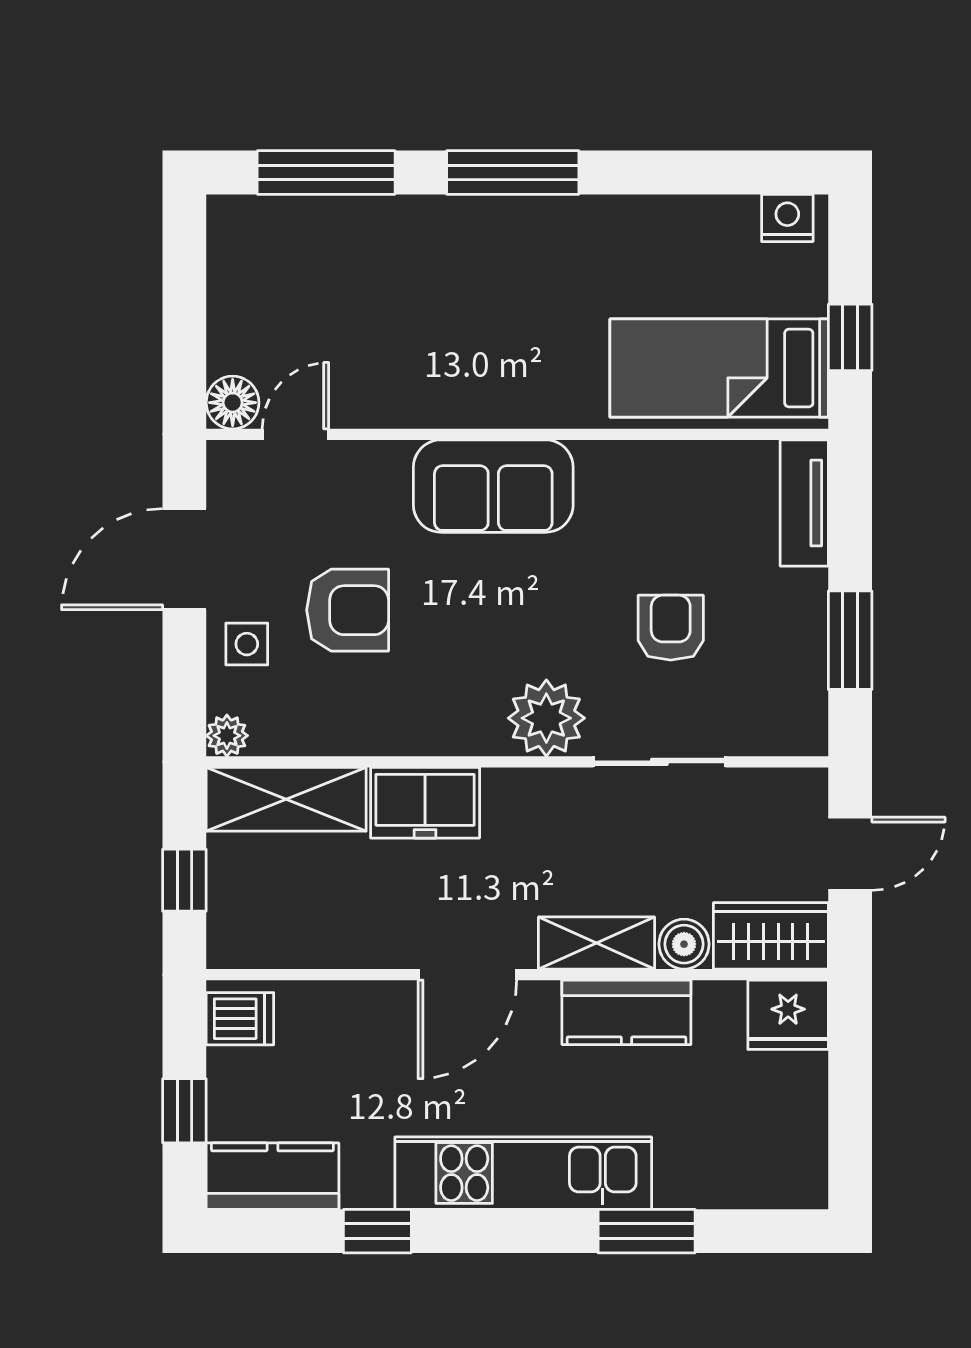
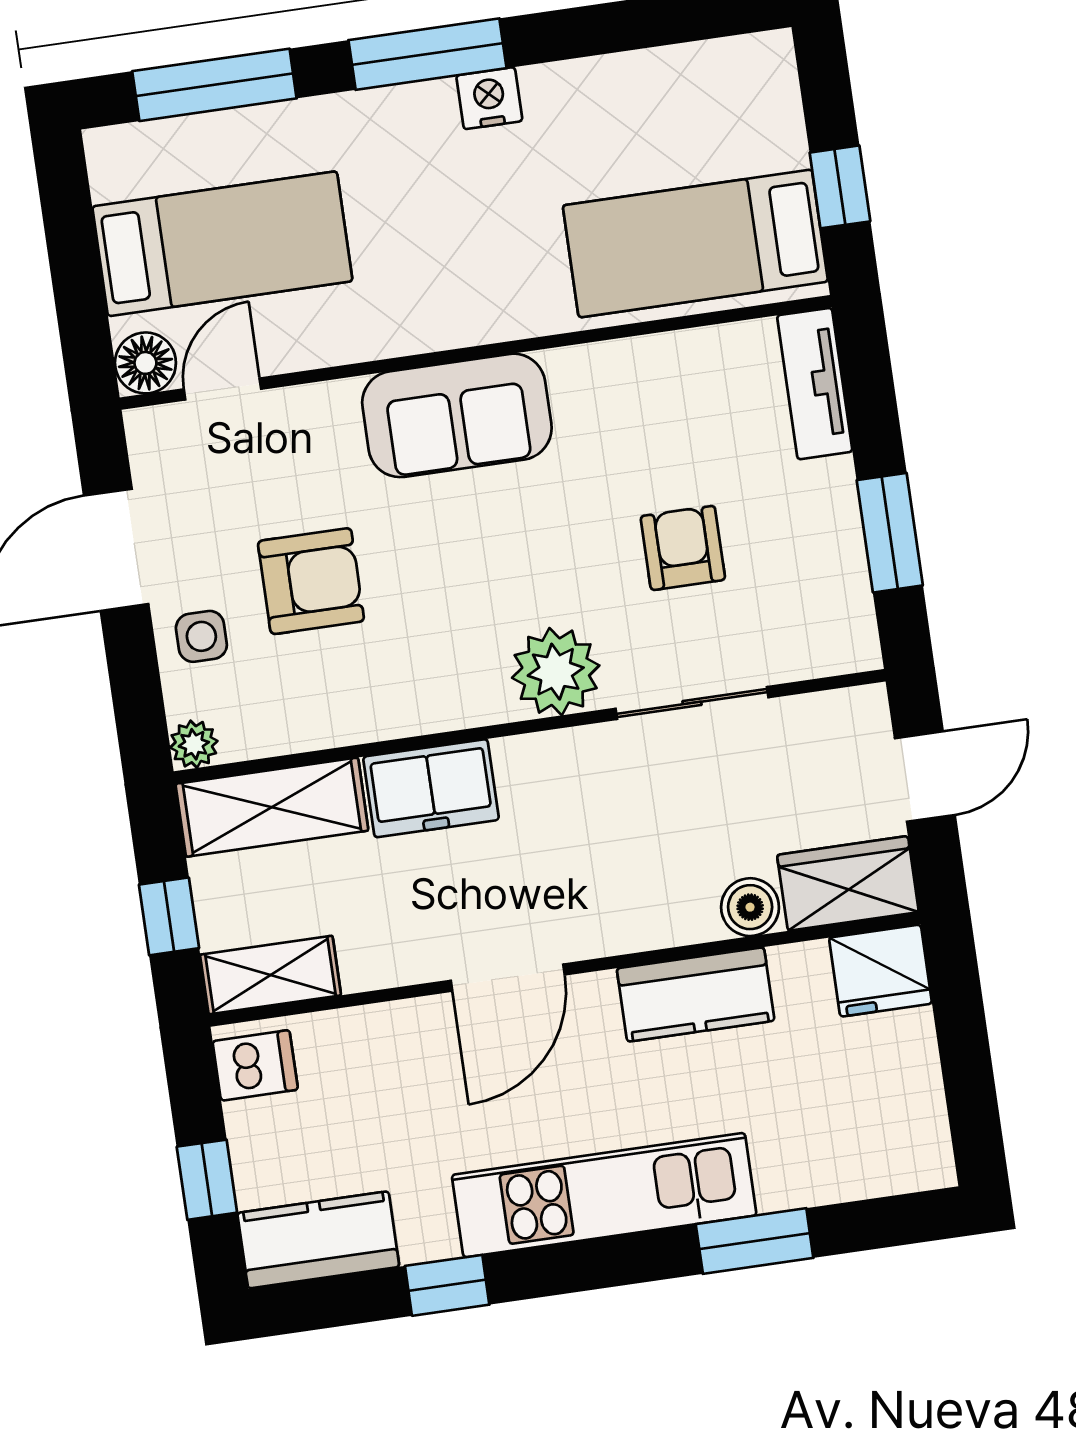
nightstand: (787, 218) -> (489, 98), moved
bed: (313, 310) -> (222, 244), added
shelving: (597, 943) -> (271, 975), moved

